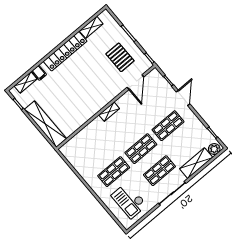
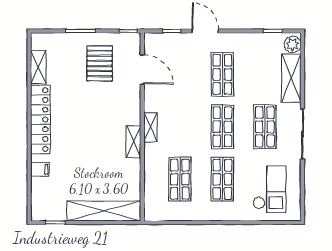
pallet: (120, 57) -> (100, 63), turned 90
shelving: (26, 82) -> (133, 142), moved
shop shelf: (95, 150) -> (180, 179), added
checkout: (129, 200) -> (269, 189), turned -90

